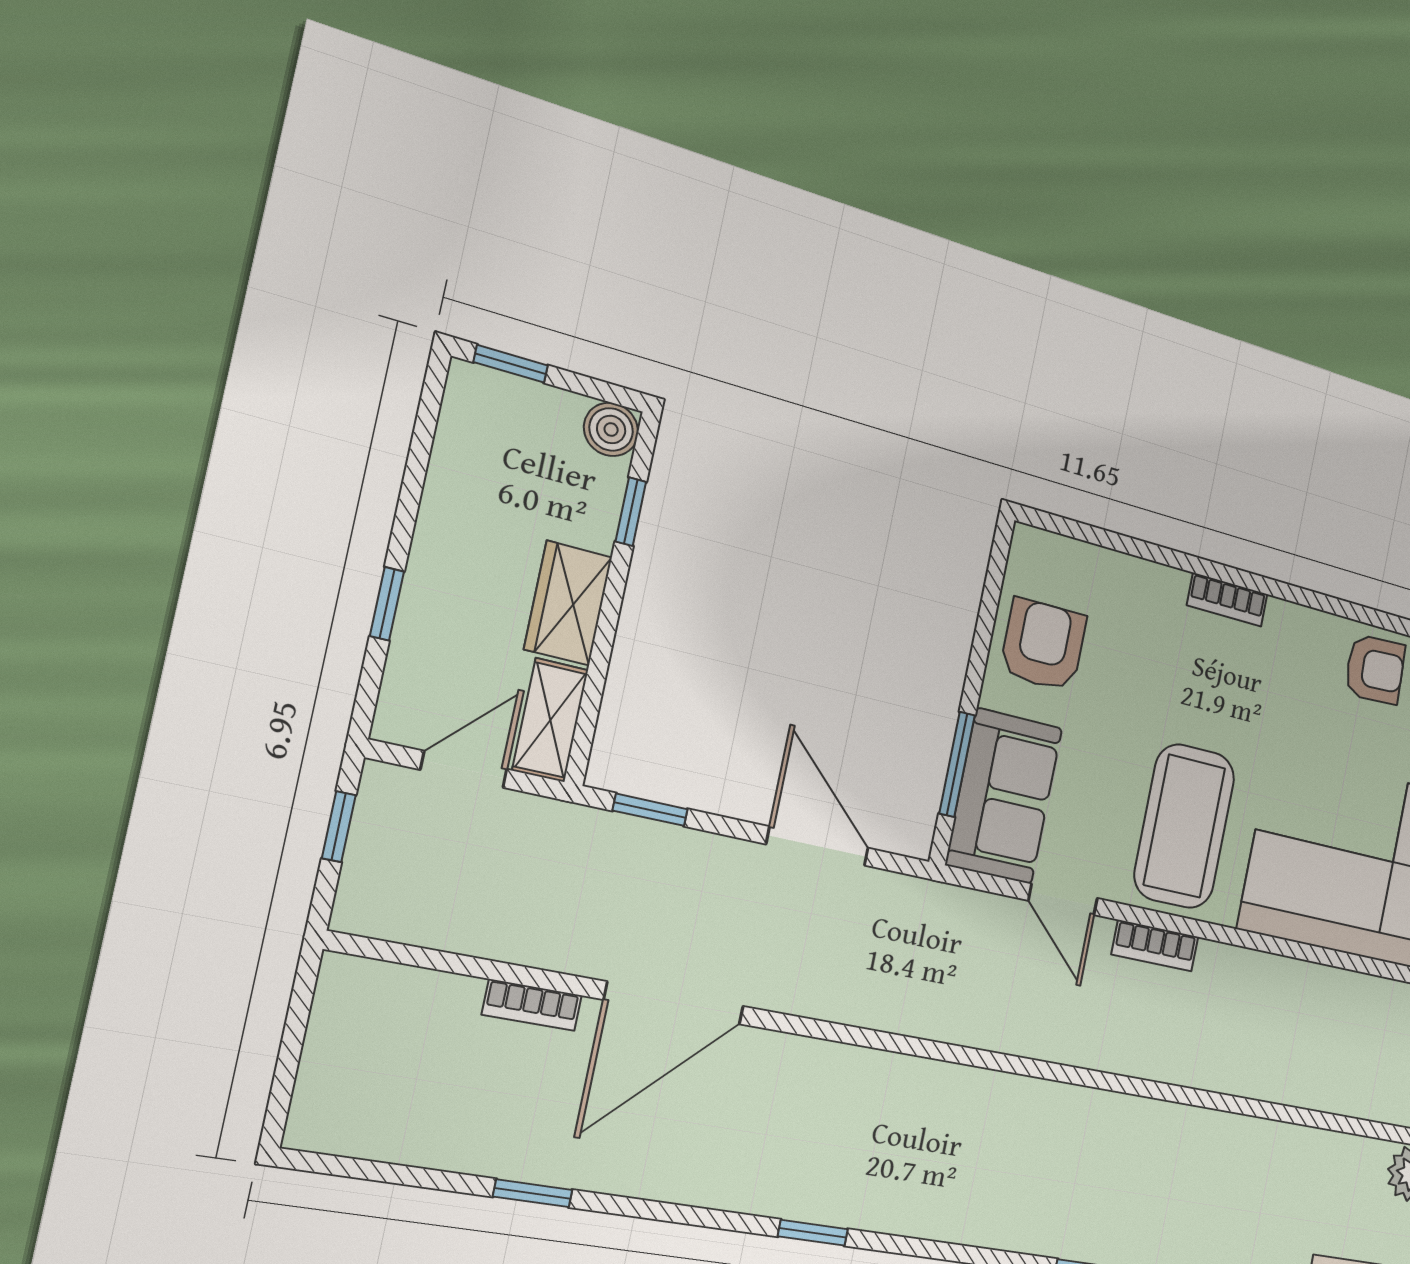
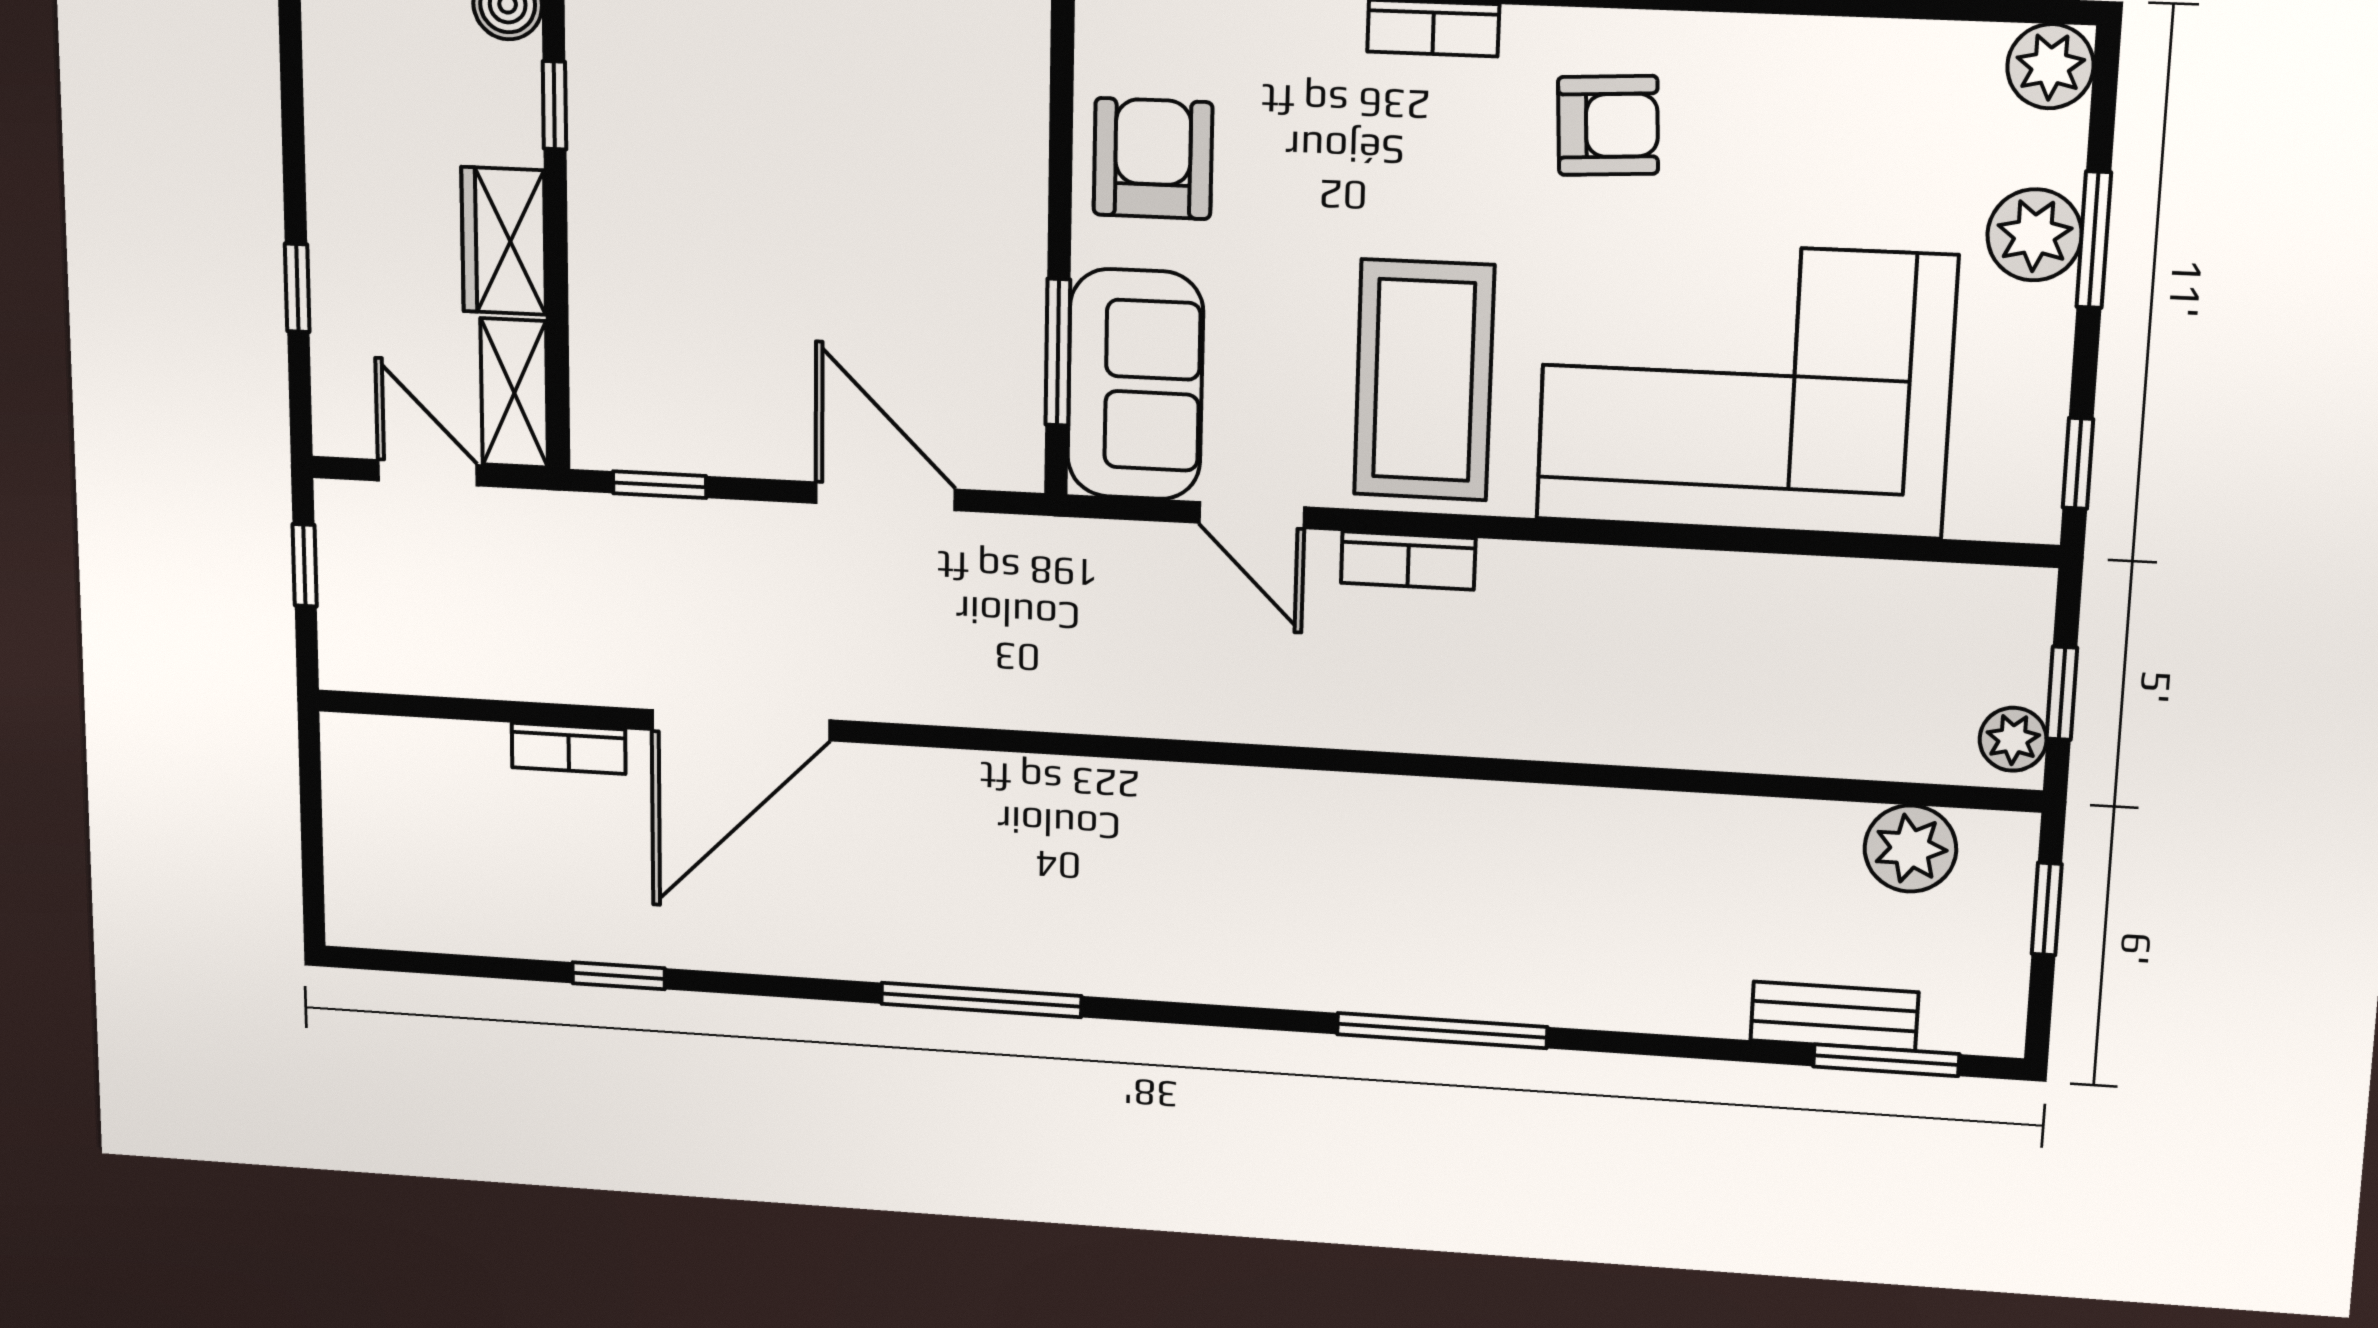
armchair: (1375, 669) -> (1608, 125), moved
door: (464, 769) -> (428, 473), hinge flipped
window: (813, 1233) -> (981, 1000), width x2.17

